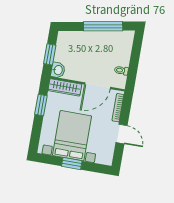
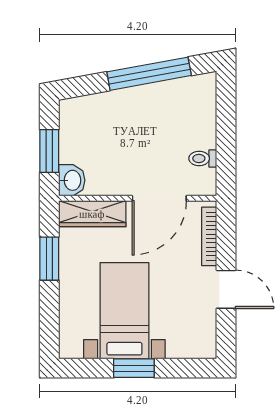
bed with nightstands: (72, 136) -> (124, 311), width x0.73

